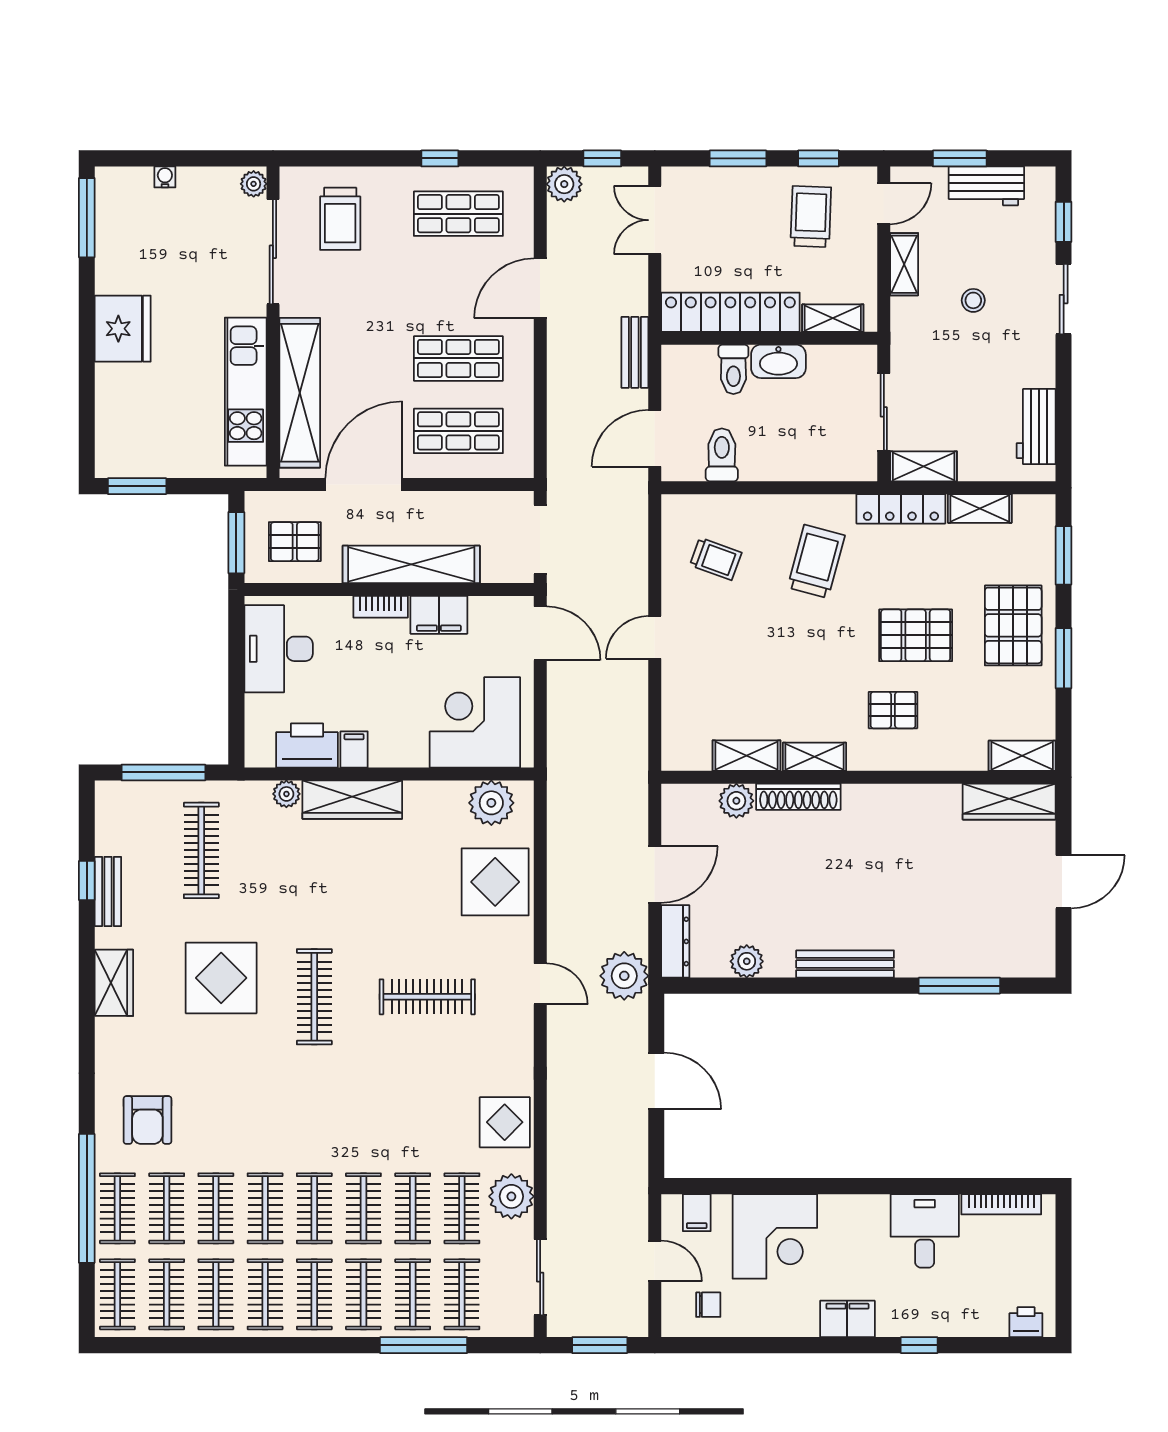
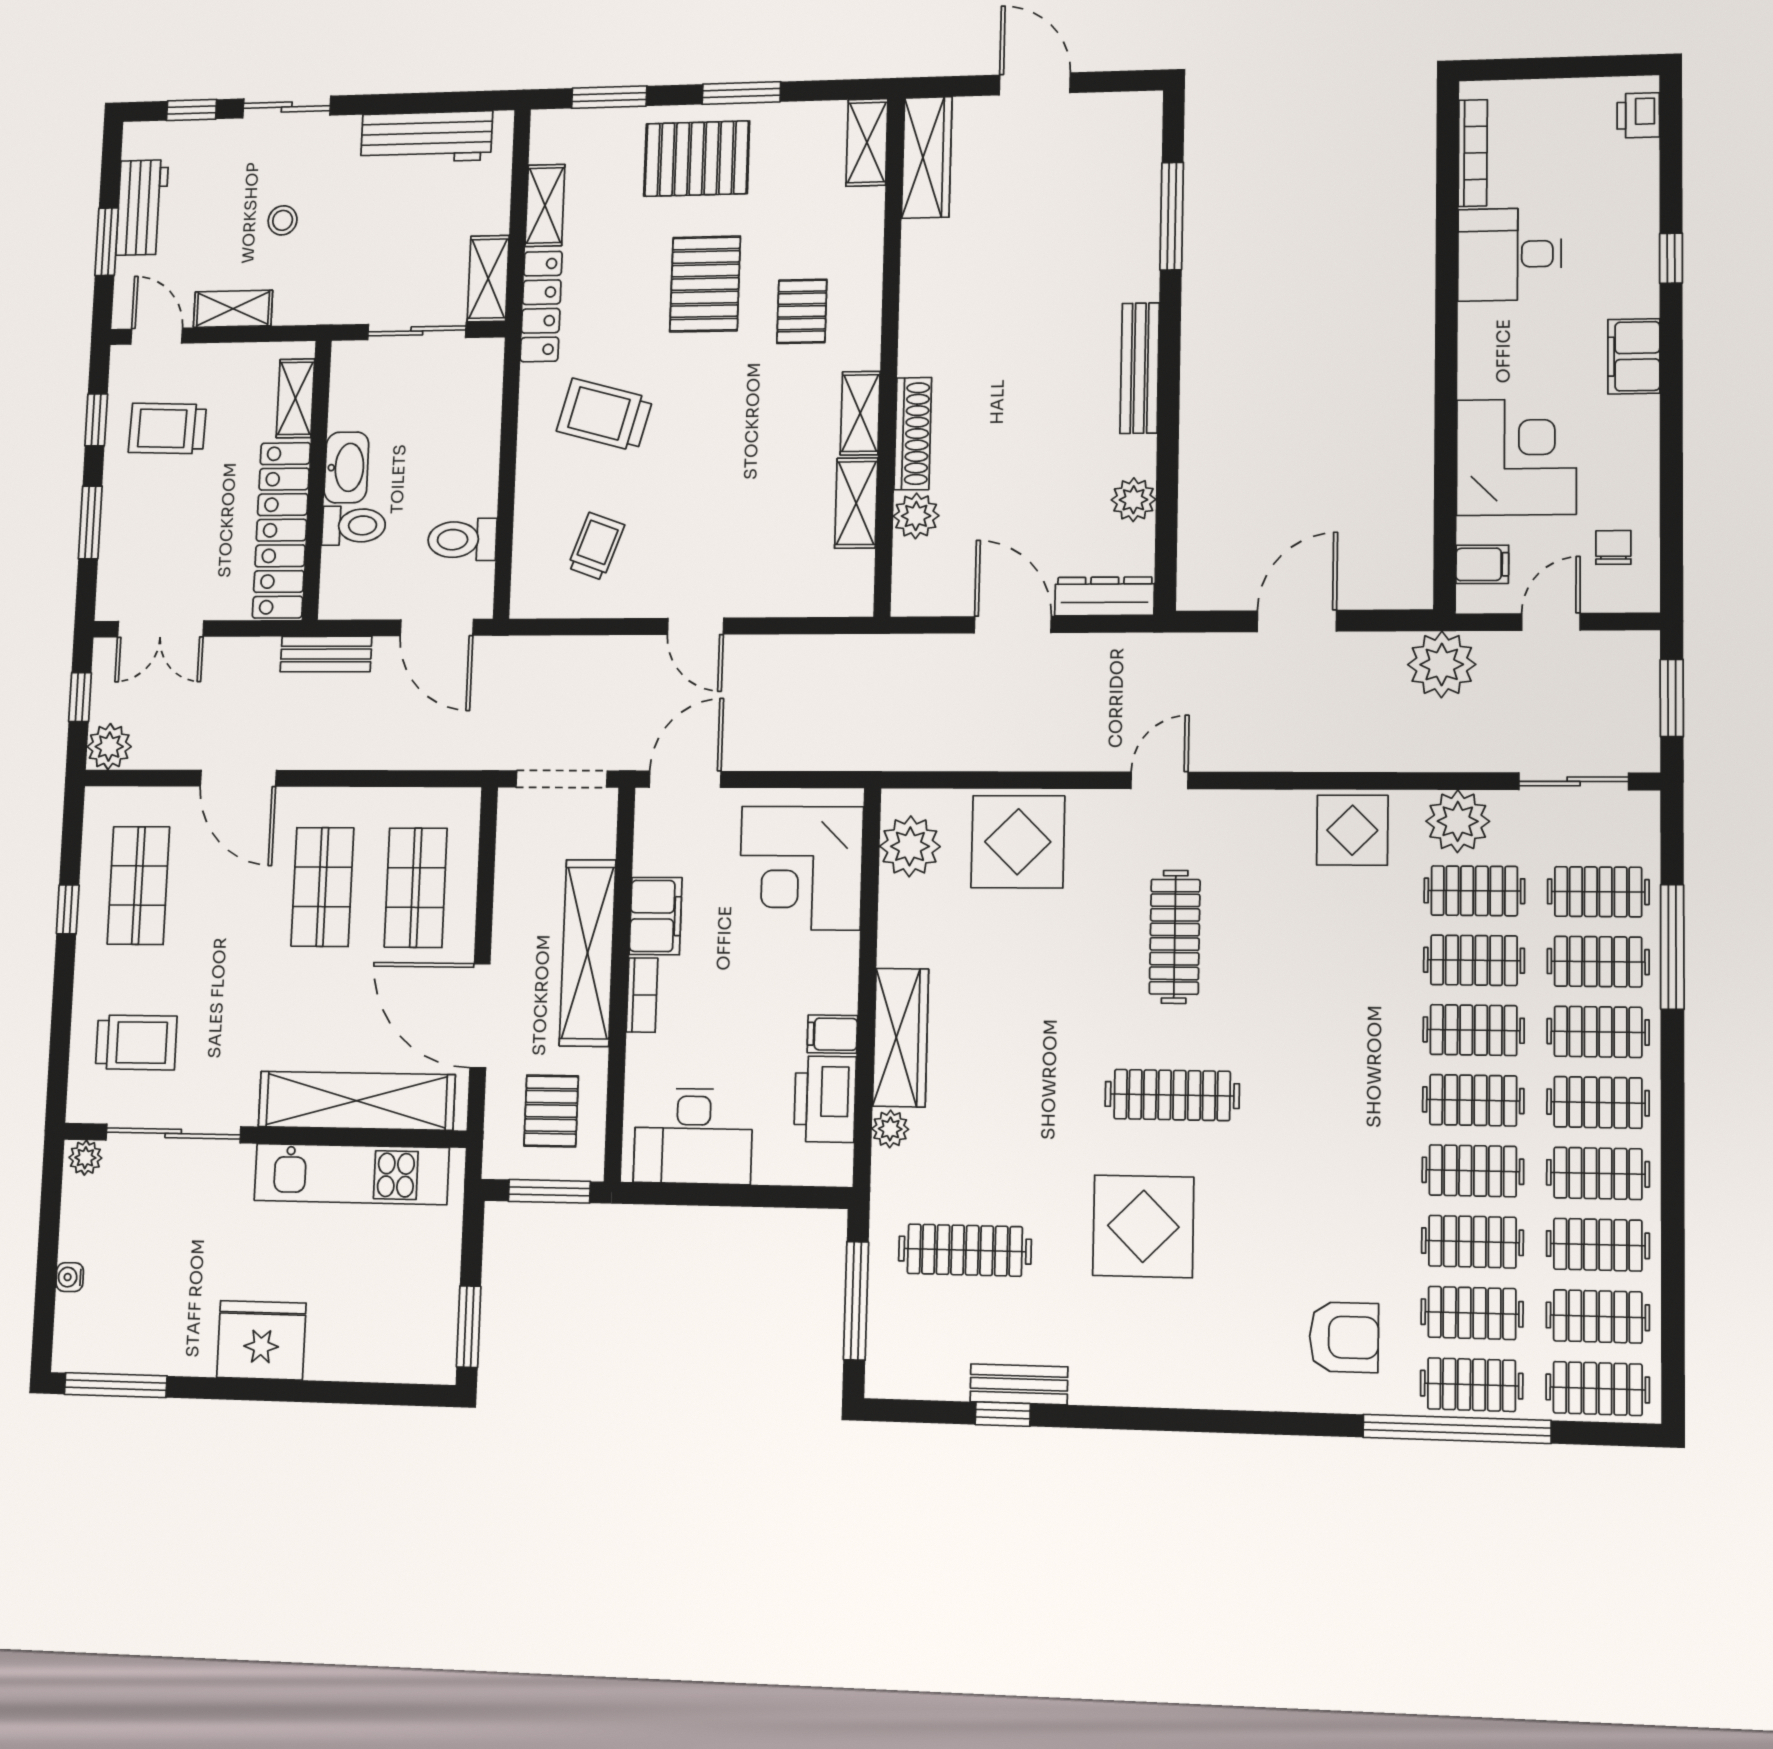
workbench: (1036, 427) -> (426, 137), width x1.38
plant: (624, 976) -> (1442, 664), moved
wardrobe: (114, 983) -> (1148, 1380), removed

